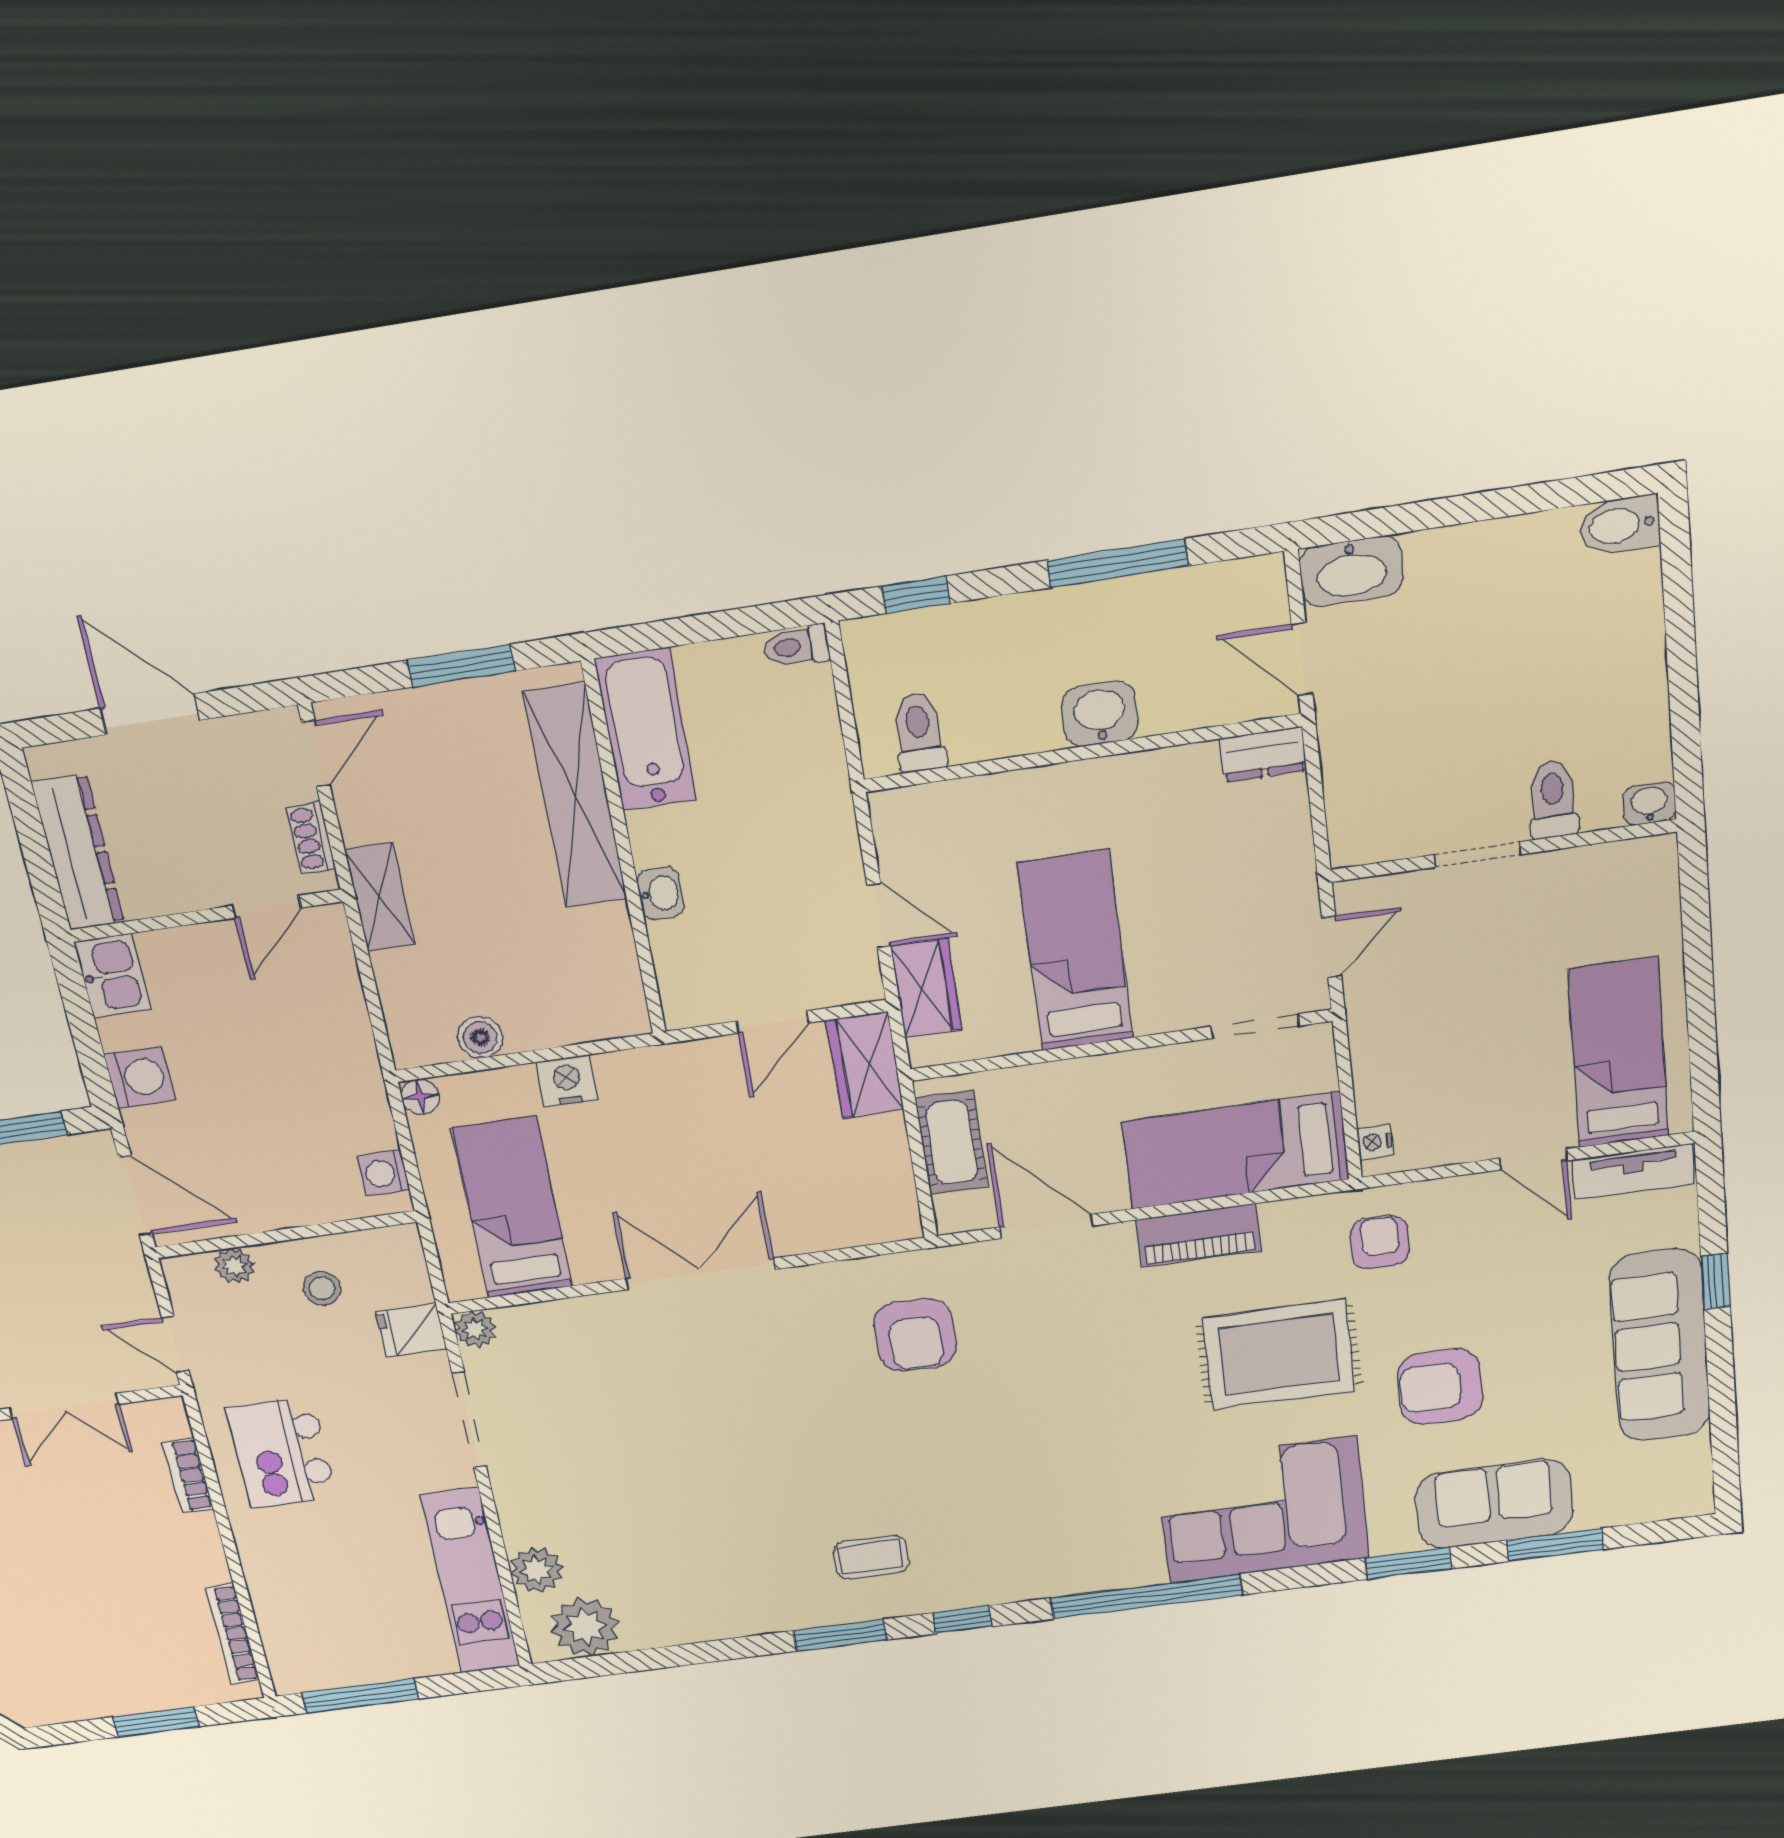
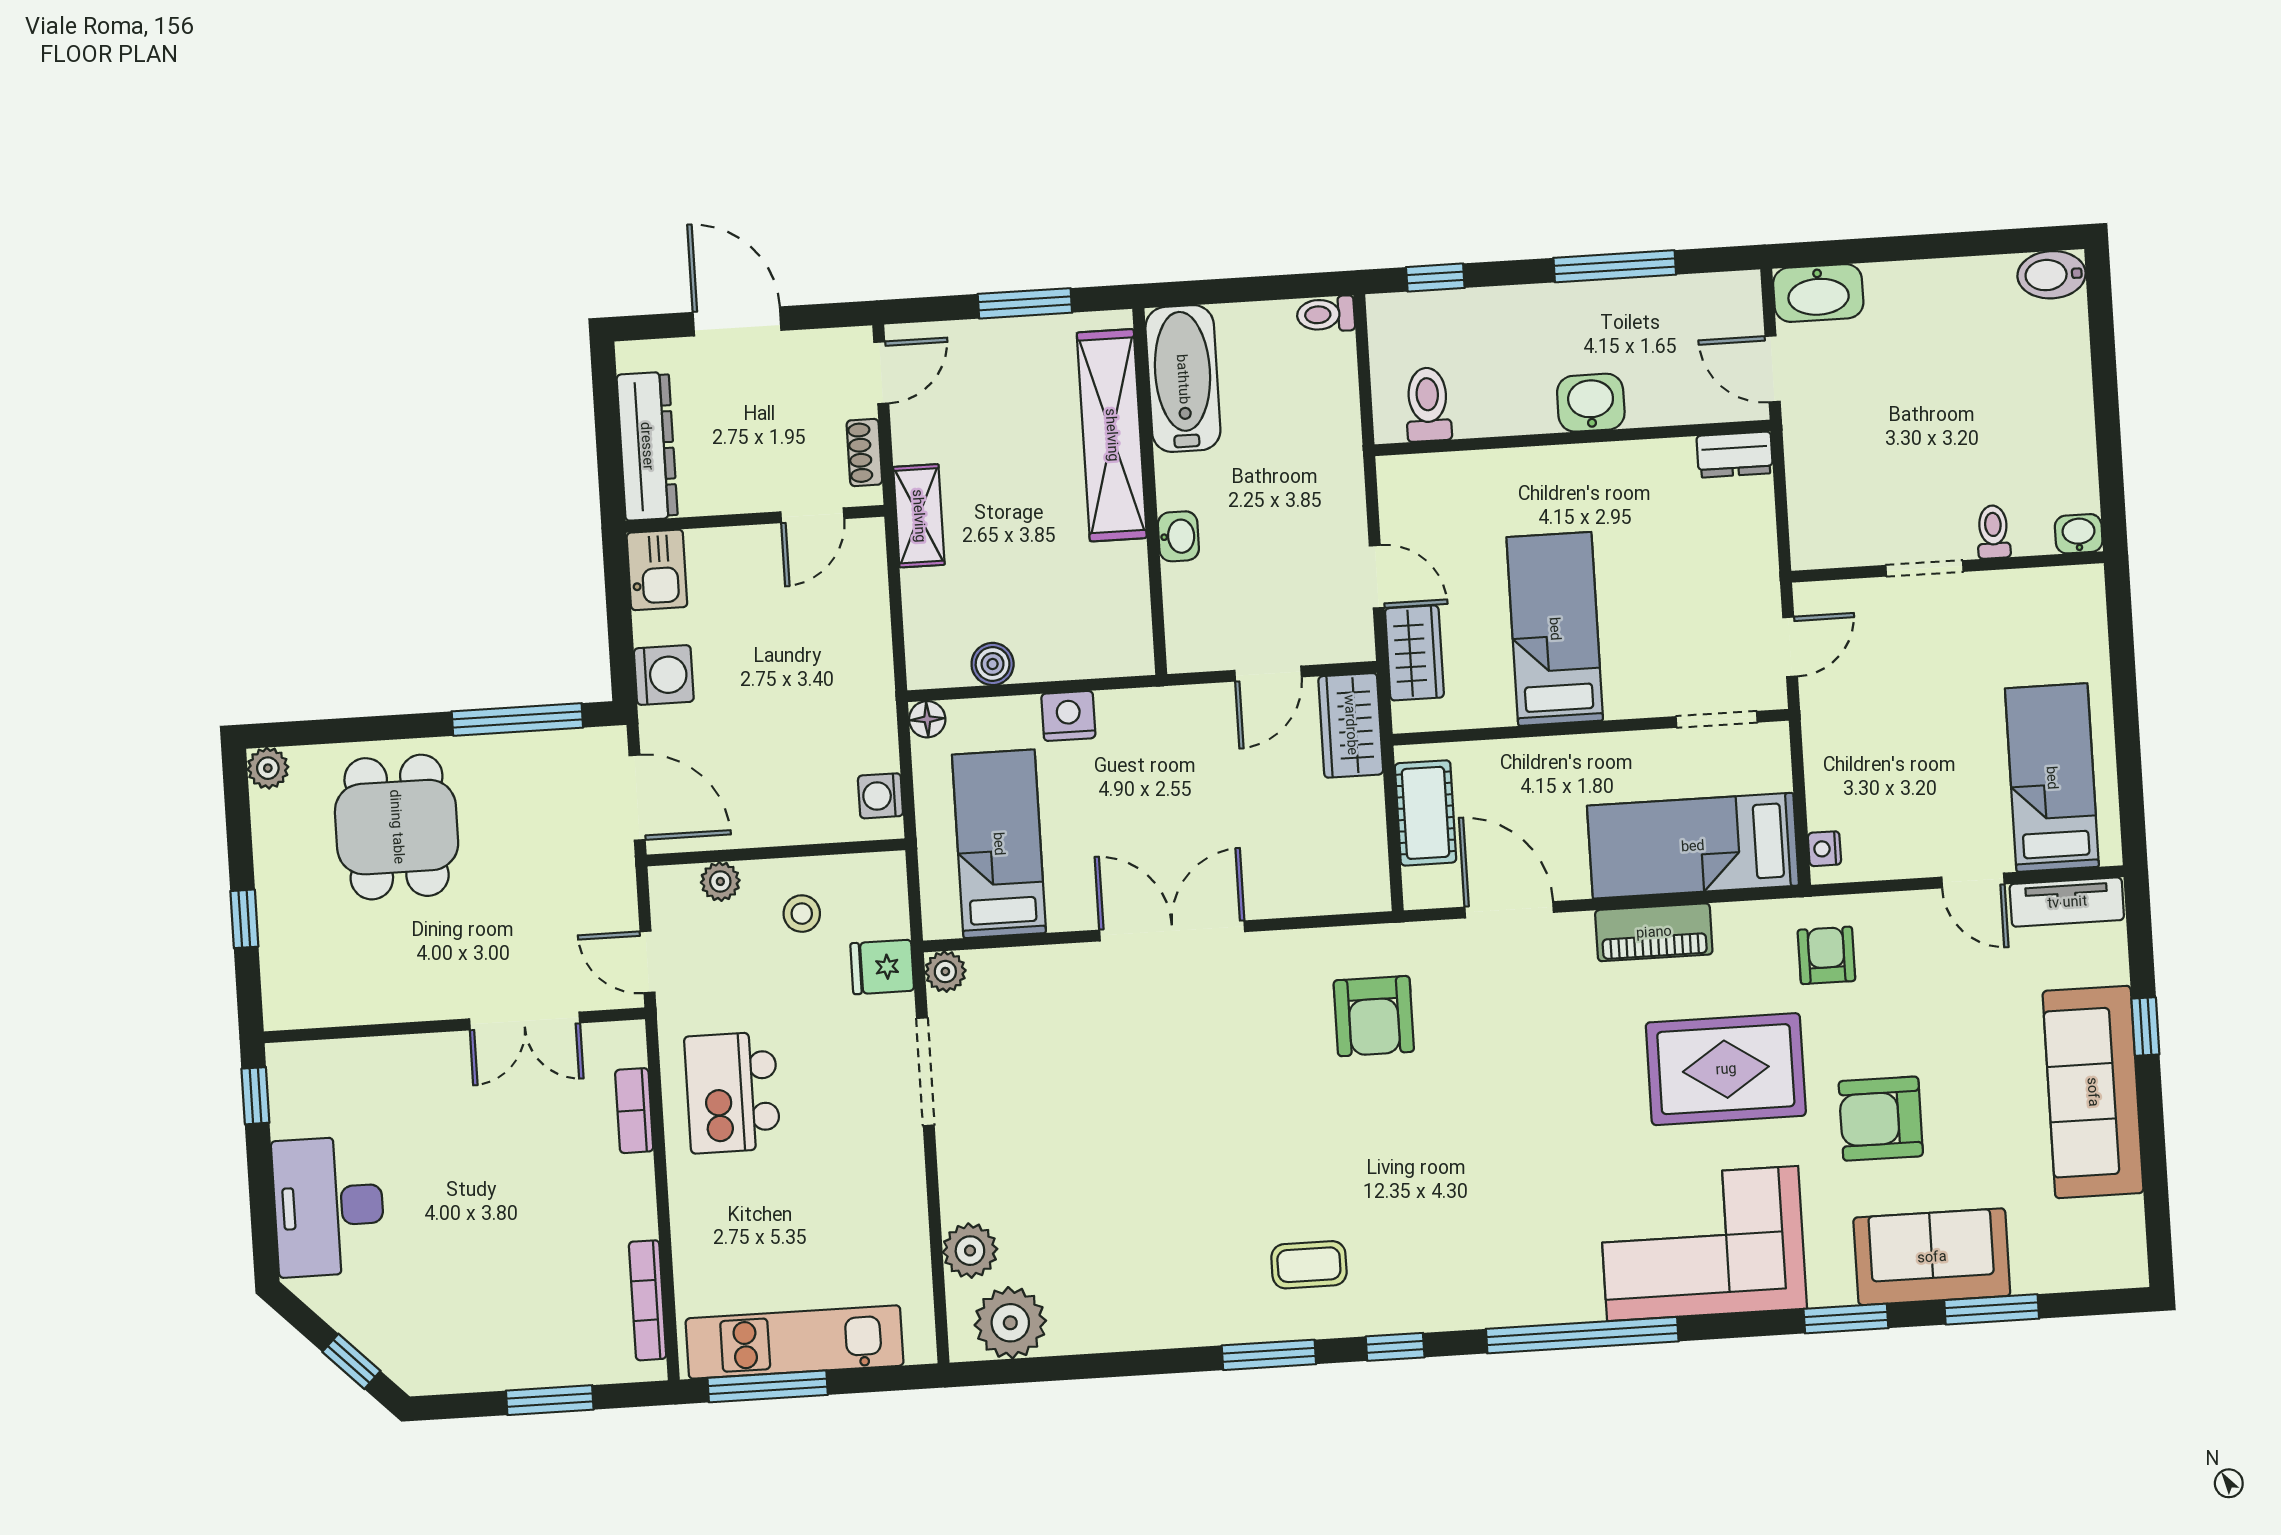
toilet: (1553, 799) -> (1993, 532), width x0.73, depth x0.72
kitchen unit: (470, 1581) -> (795, 1342), moved, turned 90

